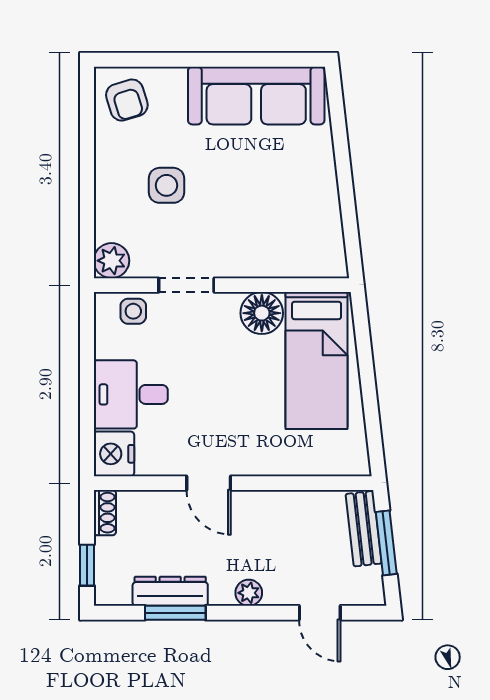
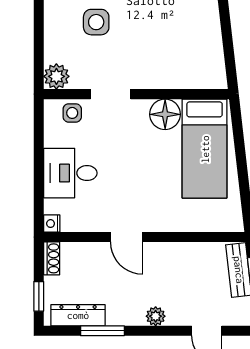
nightstand: (114, 454) -> (52, 224), width x0.53, depth x0.56
dresser: (170, 591) -> (78, 315), moved

